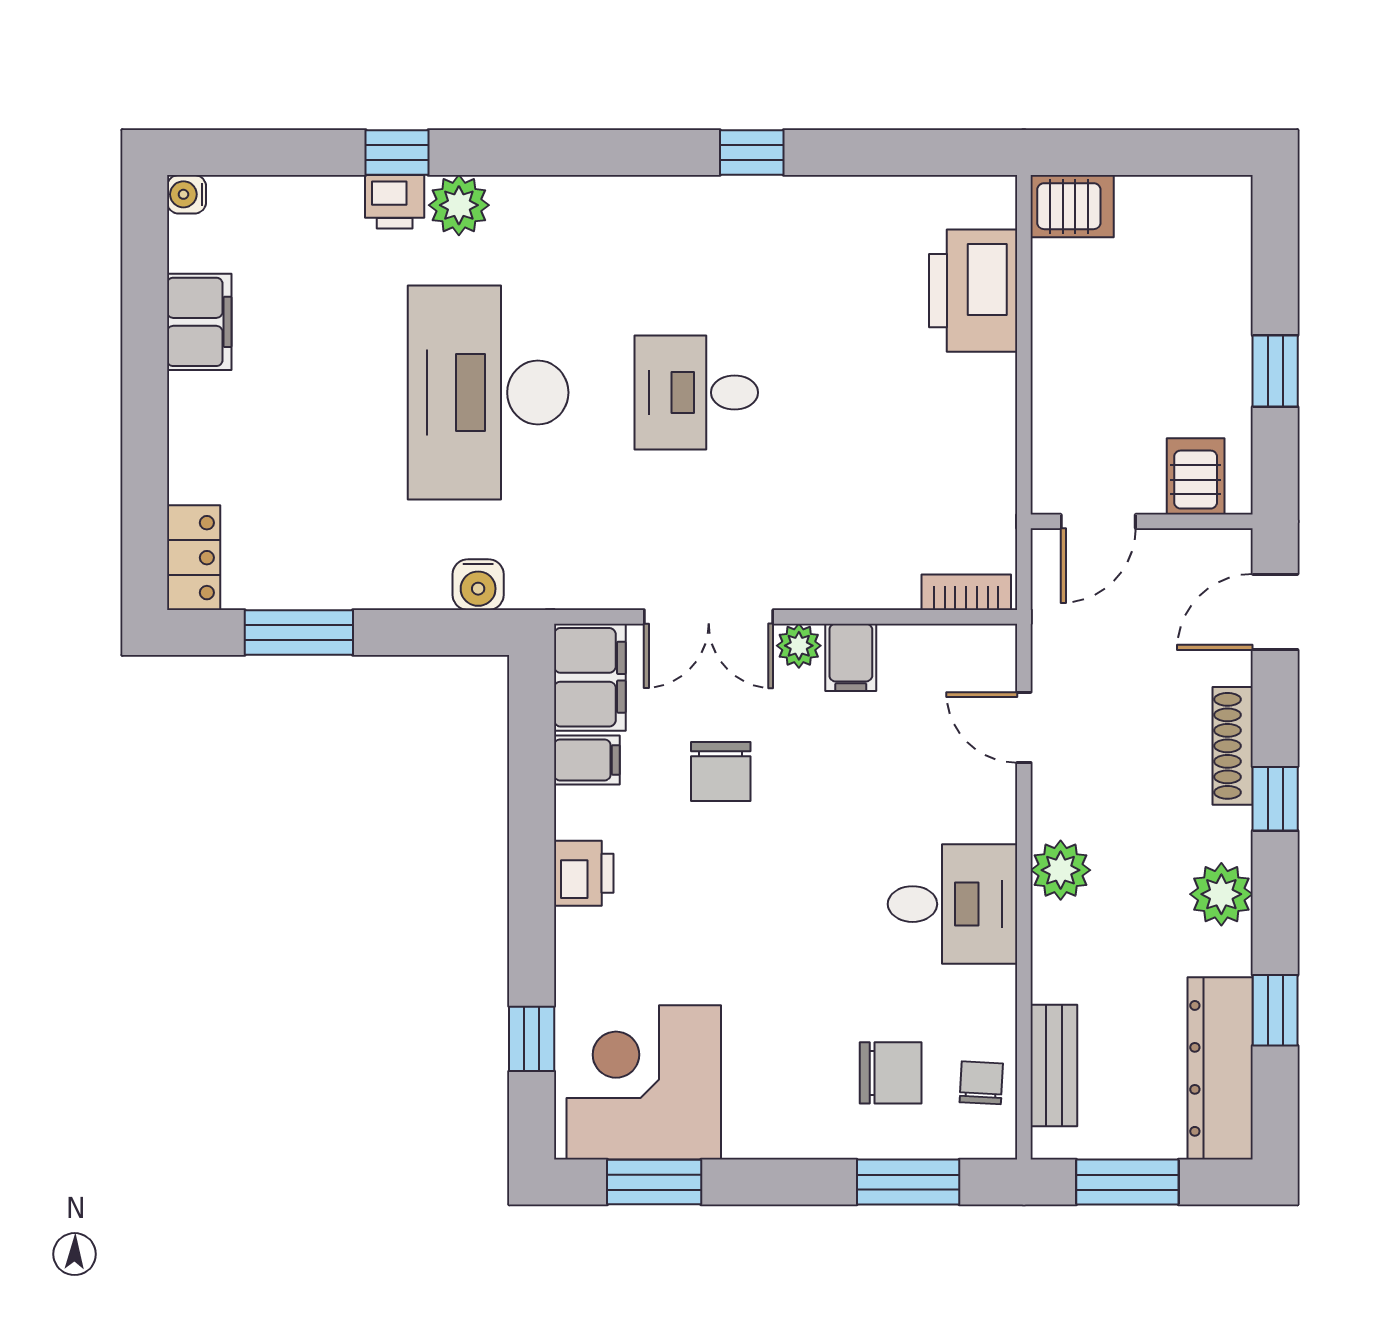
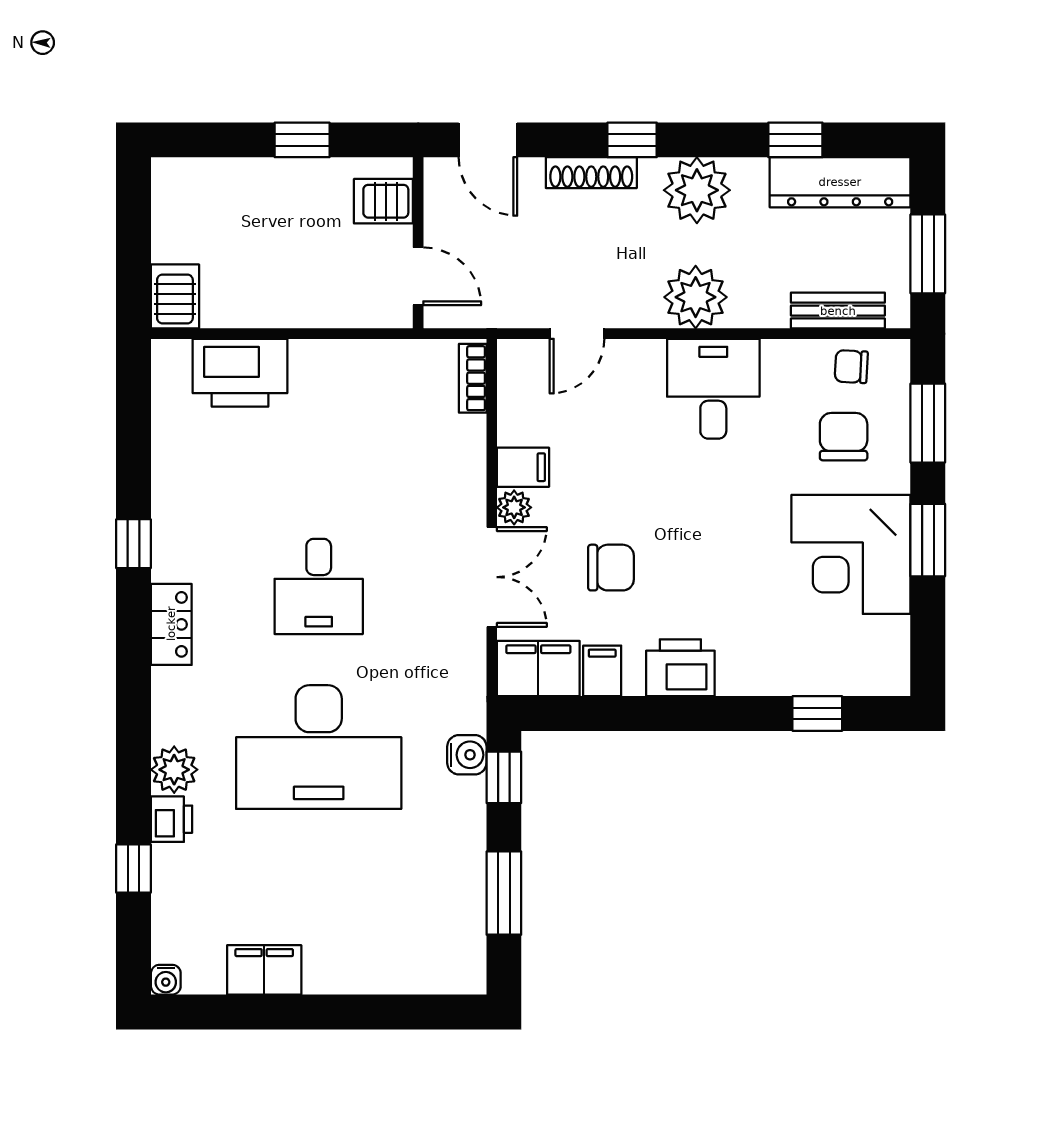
window: (397, 153) -> (134, 869), moved
locker: (194, 558) -> (171, 624), moved, turned 90
window: (449, 633) -> (504, 777), added
plant: (1061, 870) -> (696, 297), width x1.36, depth x1.36
printer: (584, 873) -> (680, 668), width x1.36, depth x1.24
plant: (1221, 894) -> (697, 190), width x1.36, depth x1.36
corner desk: (644, 1082) -> (851, 554), moved
window: (654, 1182) -> (928, 540), moved

